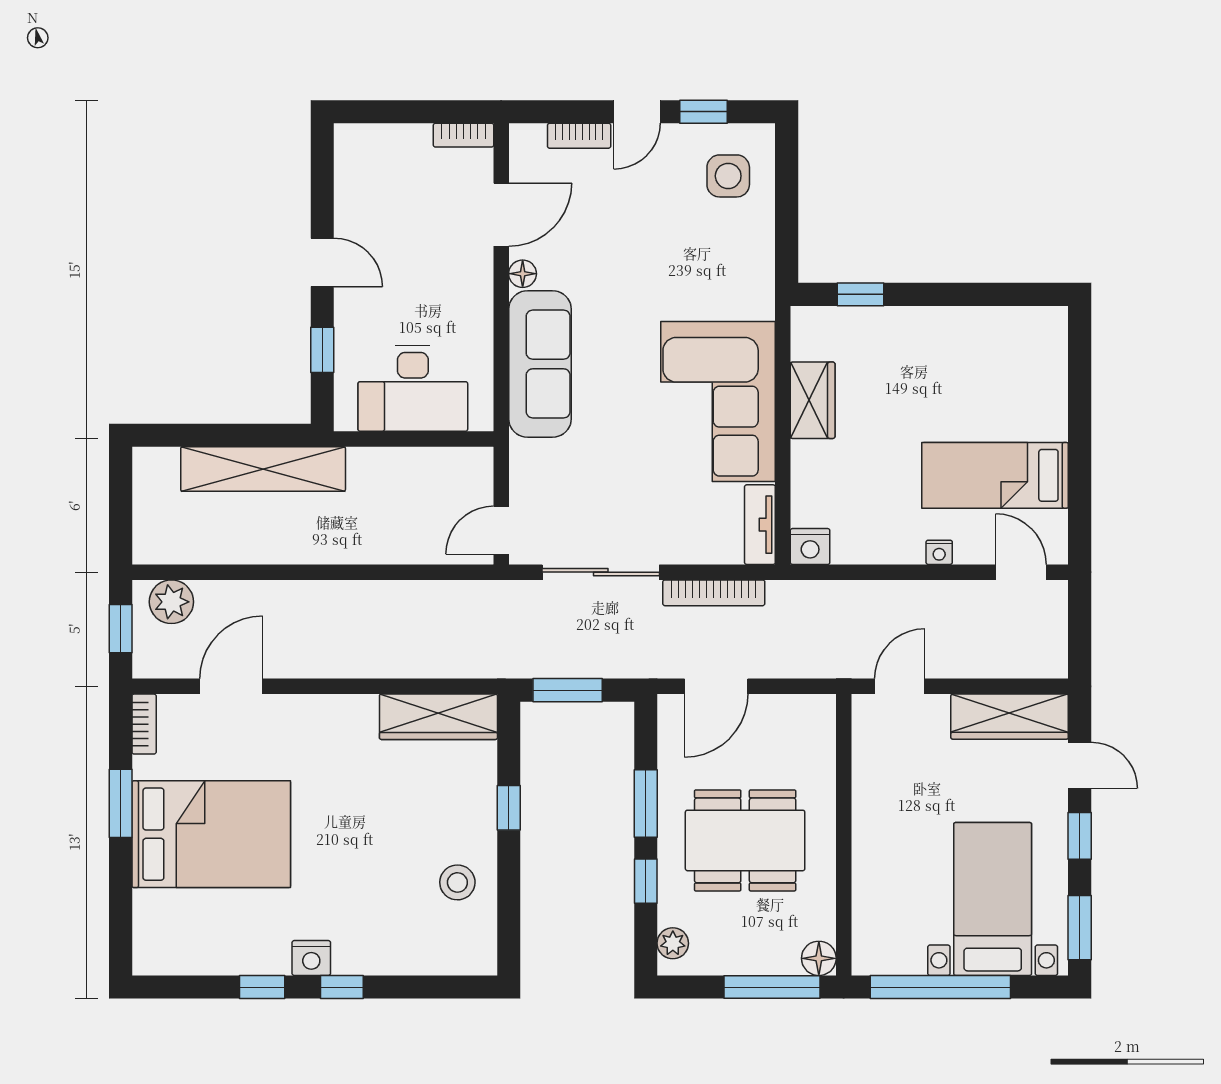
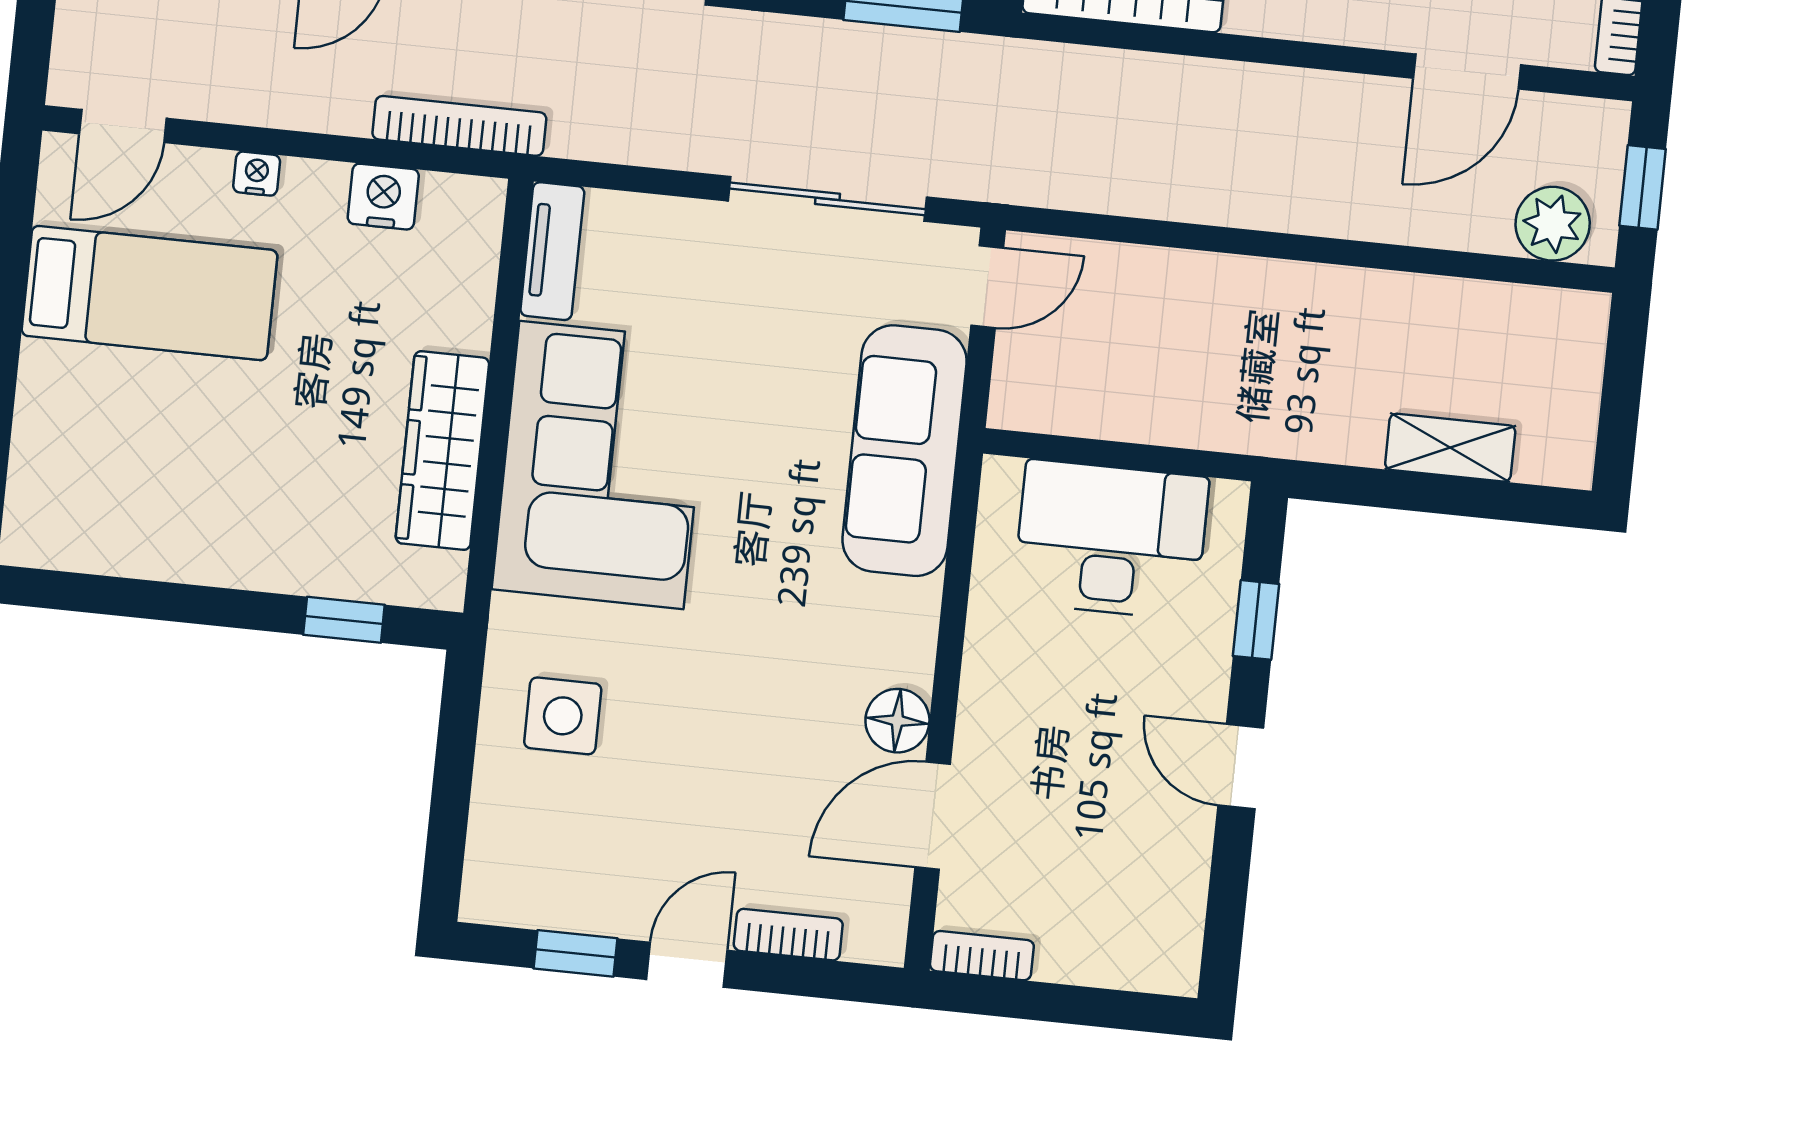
side table: (728, 176) -> (563, 716), moved
floor lamp: (523, 274) -> (897, 721), width x1.37, depth x1.37
sofa: (540, 364) -> (905, 451), moved
wardrobe: (813, 400) -> (442, 451), width x1.50
shelving: (263, 469) -> (1450, 448), width x0.45, depth x0.75
nightstand: (810, 546) -> (383, 197), moved
door: (1021, 572) -> (123, 126), hinge flipped
bookcase: (714, 593) -> (459, 126), moved

